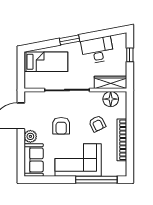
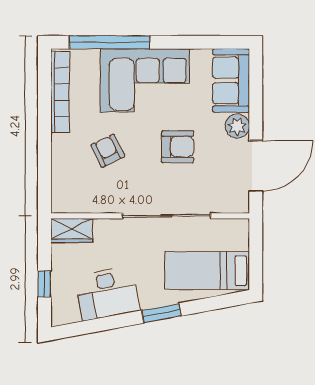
wardrobe: (110, 82) -> (72, 231), width x0.67
floor lamp: (111, 99) -> (82, 198), removed
armchair: (61, 126) -> (178, 147), turned 90
bookcase: (122, 140) -> (60, 92), moved

